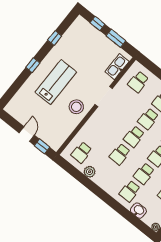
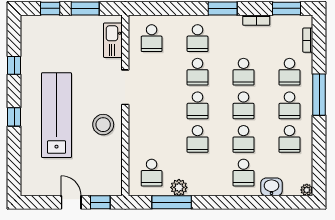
lab bench: (56, 82) -> (57, 115), width x1.36
window: (79, 176) -> (172, 202), added

